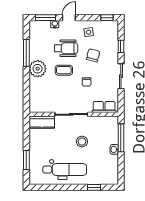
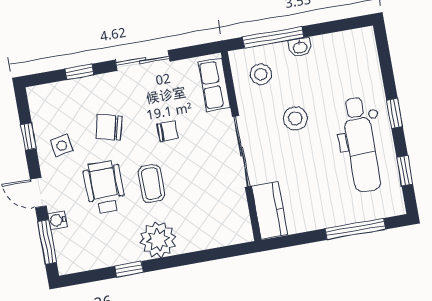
window: (107, 18) -> (28, 137), moved
window: (26, 53) -> (129, 269), width x0.46
stool: (105, 129) -> (261, 74), added
window: (26, 160) -> (355, 229), width x1.44
dental chair: (65, 170) -> (361, 144), turned 180
window: (49, 187) -> (405, 171), added
window: (94, 187) -> (395, 113), moved

